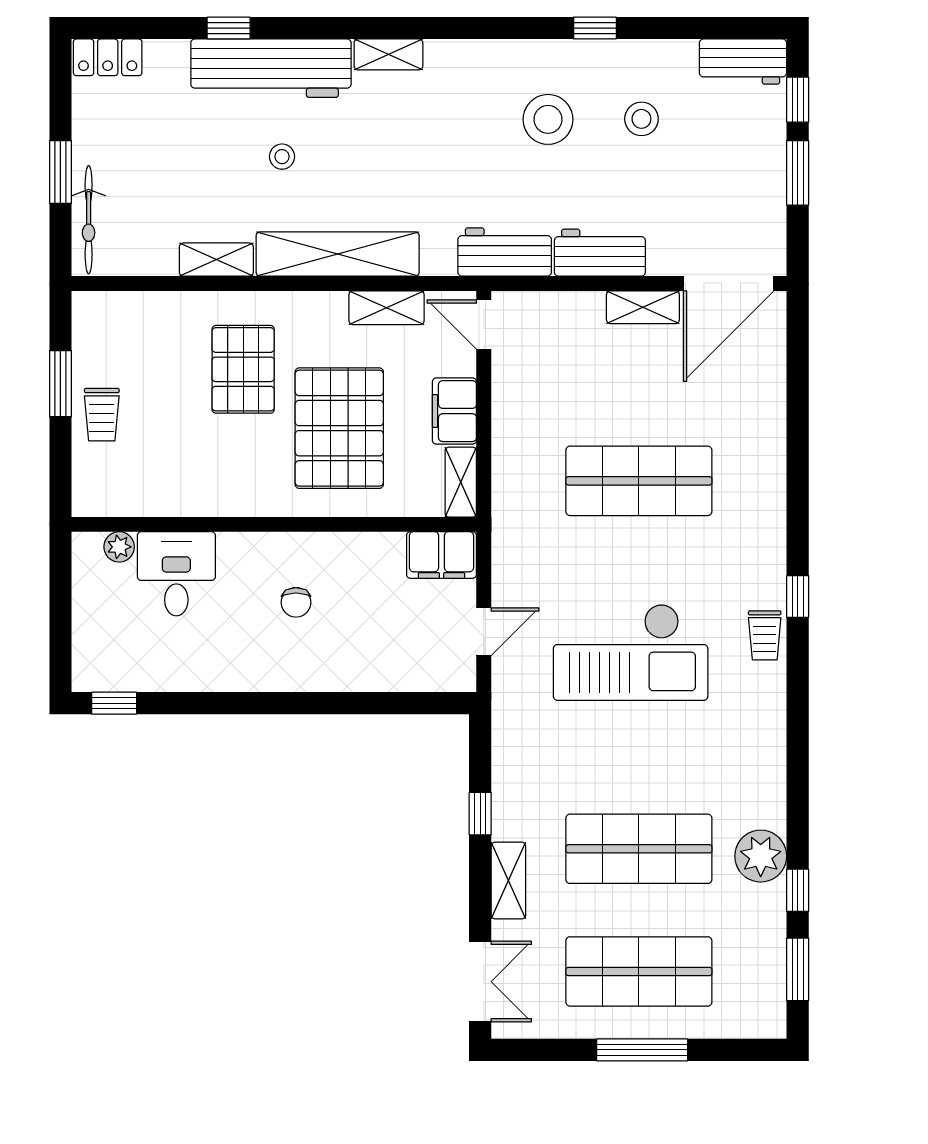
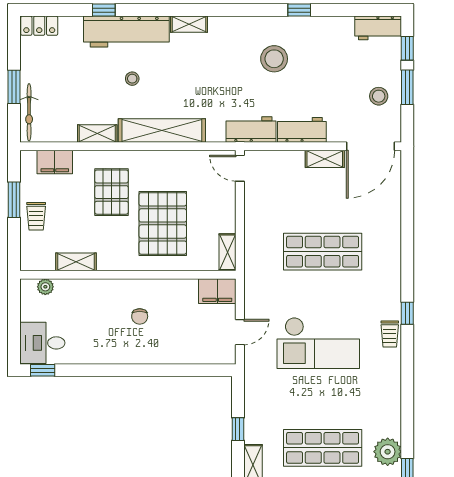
stool: (641, 119) -> (379, 96), moved
shelving: (387, 308) -> (76, 262), moved
filing cabinet: (454, 411) -> (55, 162), moved, turned -90
desk: (176, 574) -> (42, 343), moved, turned -90

